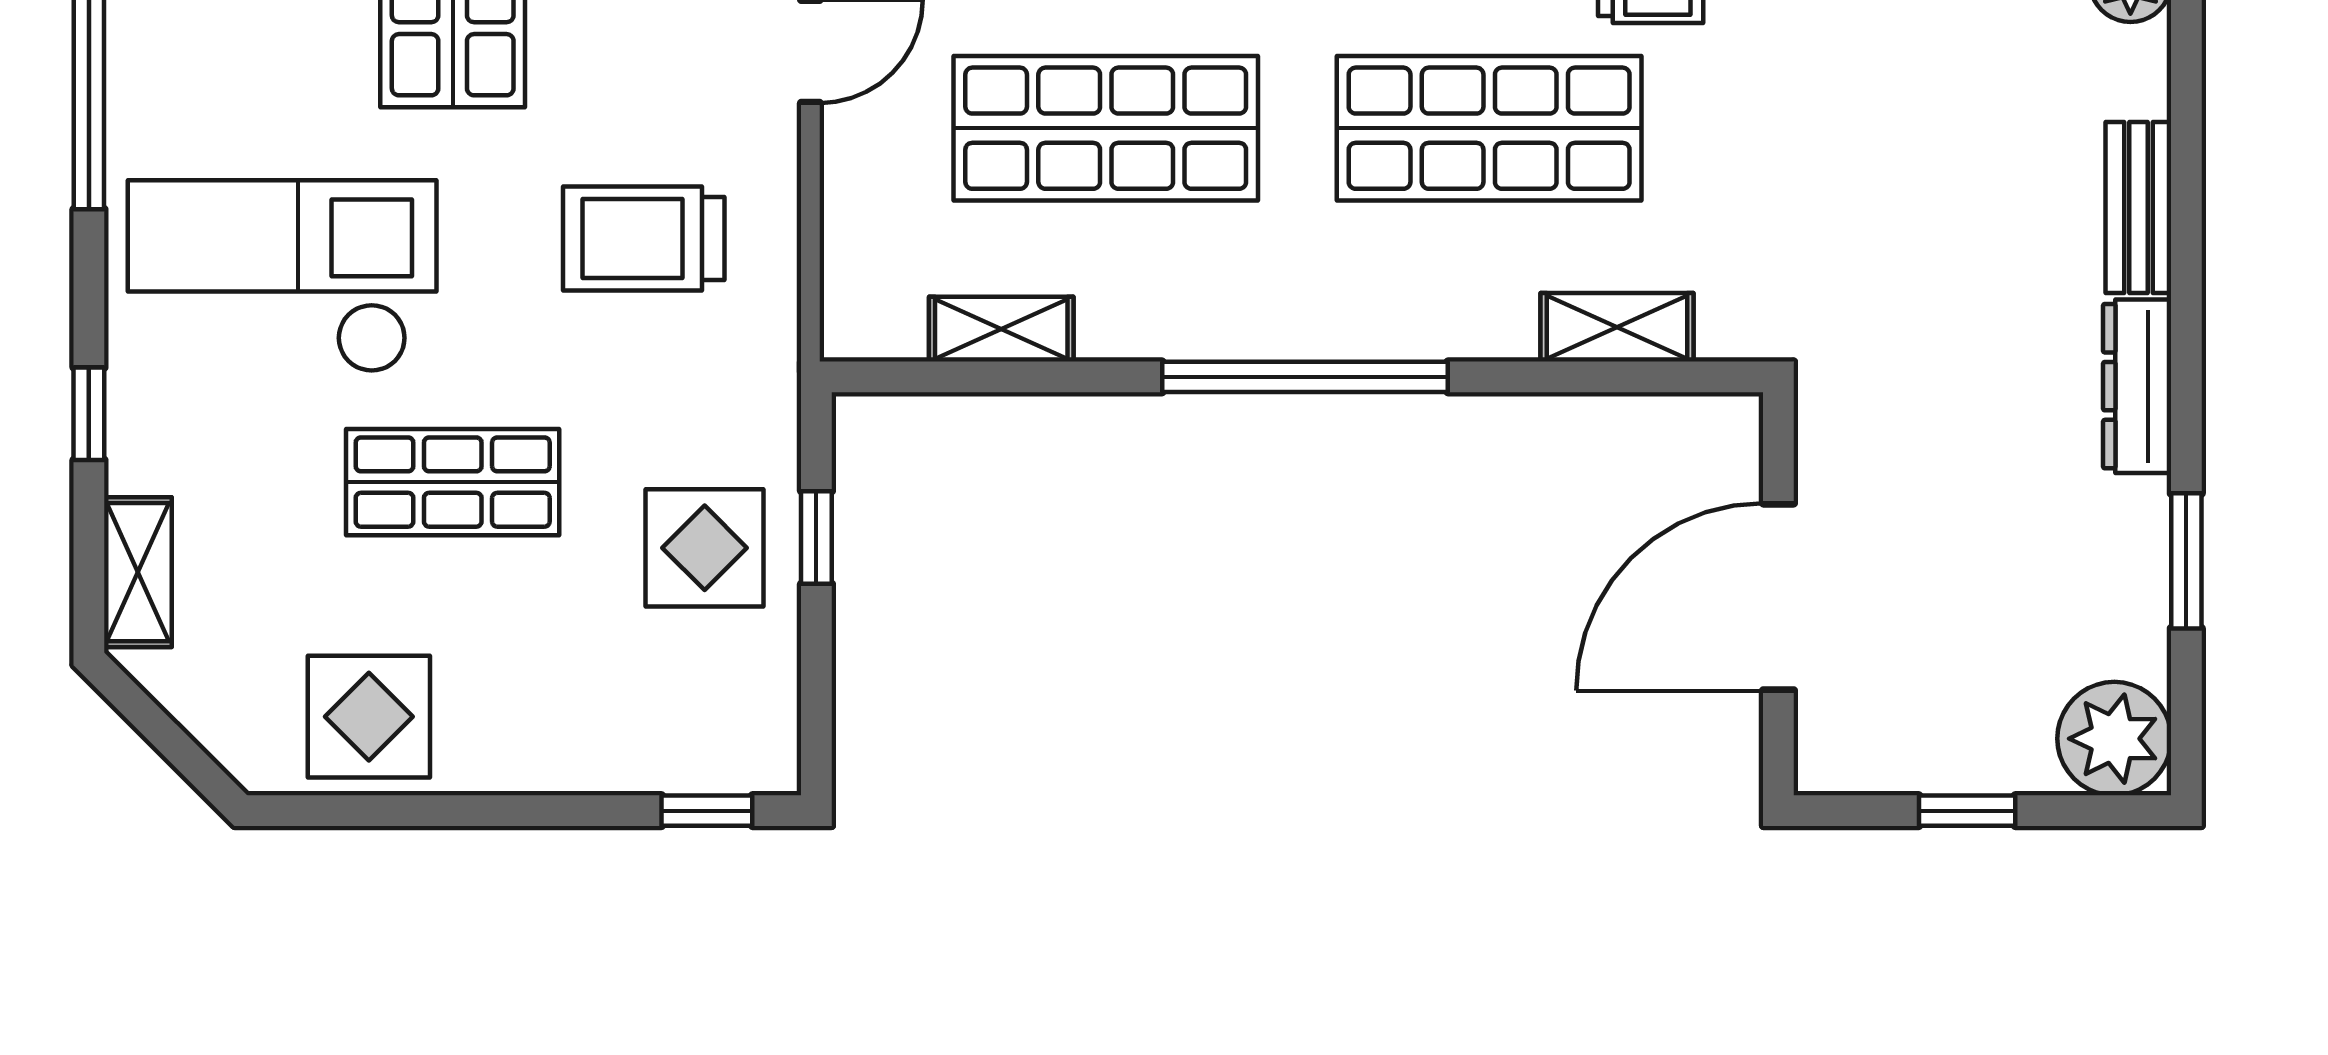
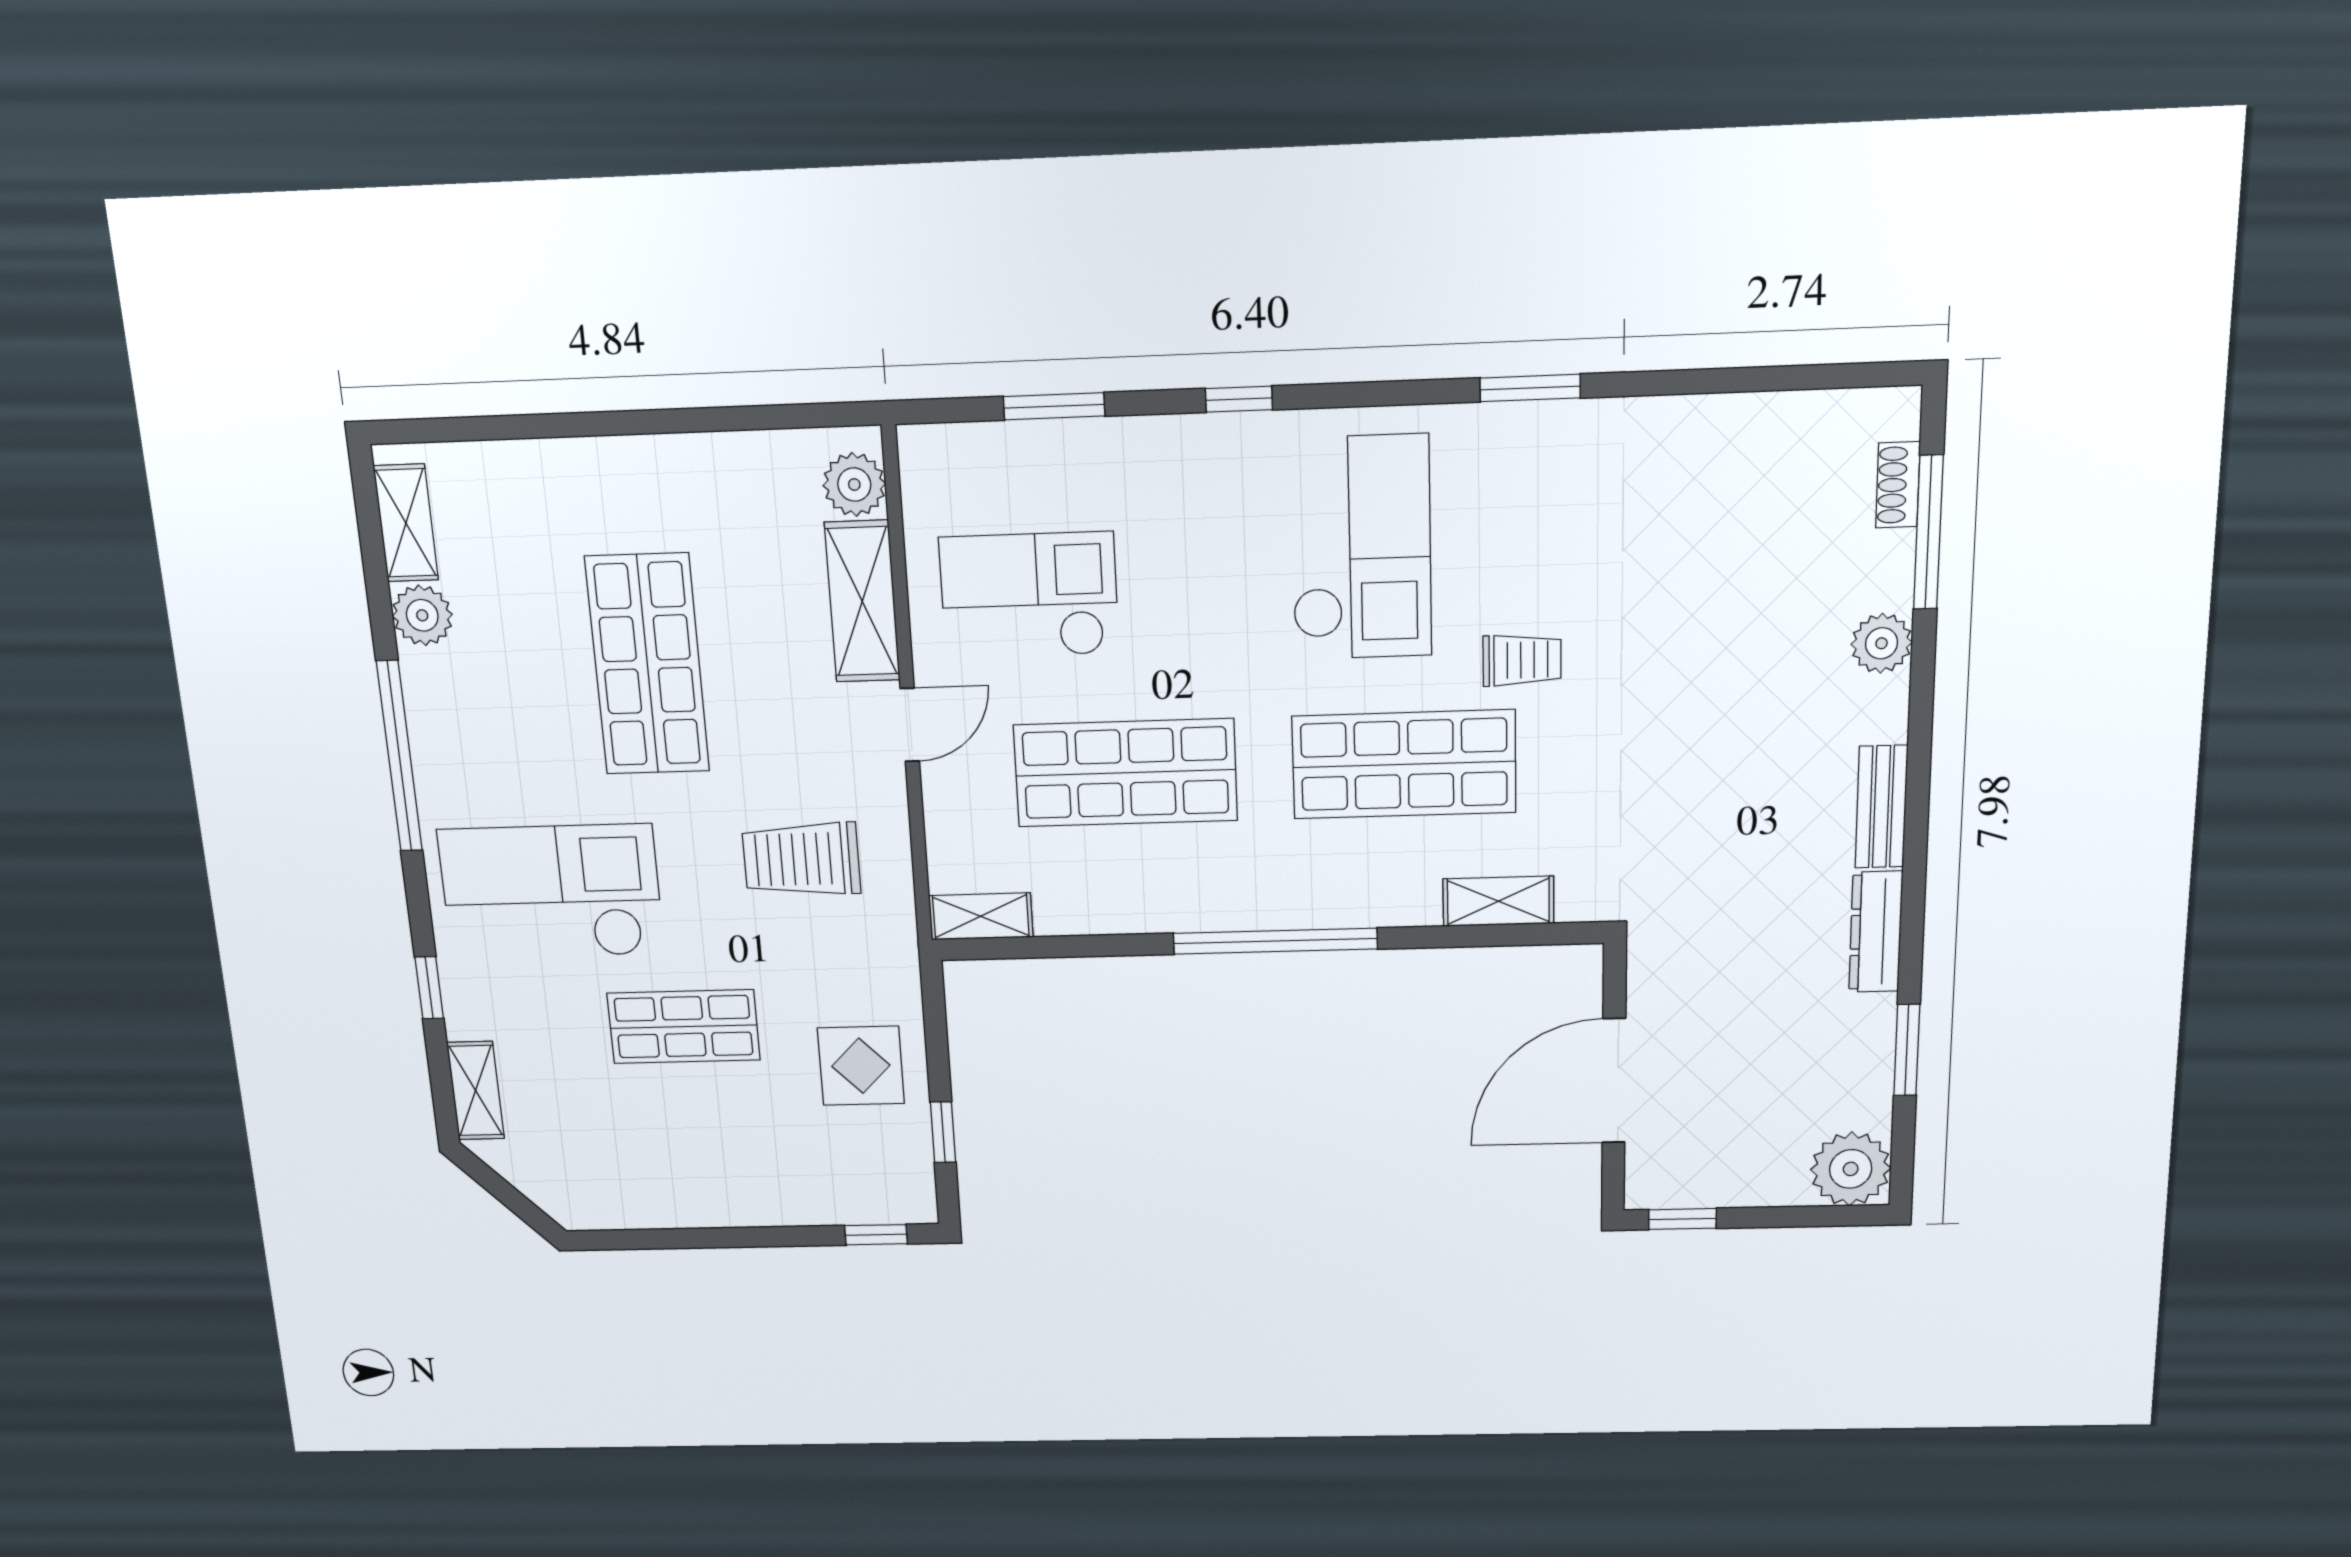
shelving: (1001, 329) -> (981, 916), moved
window: (816, 537) -> (943, 1132), moved
display table: (369, 717) -> (642, 1180), removed
window: (1967, 811) -> (1682, 1219), moved

